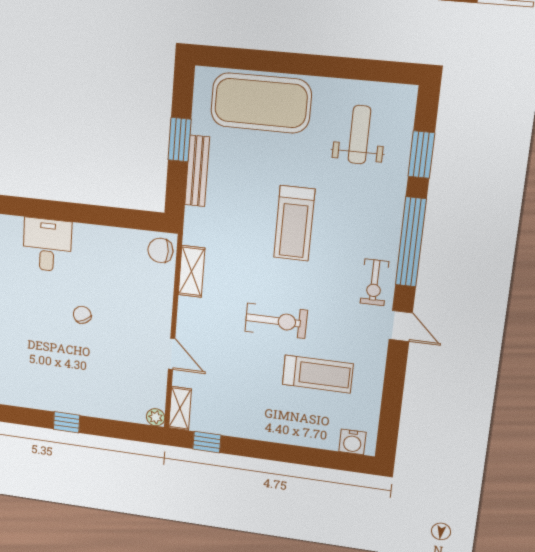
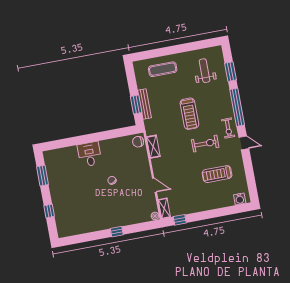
exercise mat: (261, 103) -> (163, 69), width x0.50, depth x0.69
window: (180, 140) -> (136, 105), moved
exercise bike: (276, 321) -> (205, 144), moved
treadmill: (318, 374) -> (217, 174), turned 180

